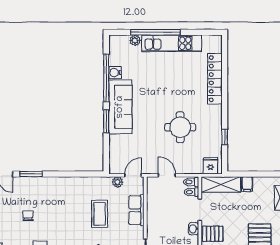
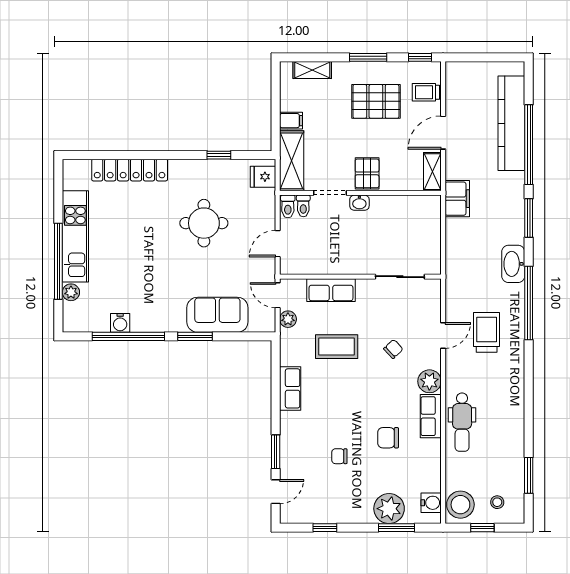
sofa: (120, 107) -> (217, 315), moved, width x0.73
row of seats: (72, 183) -> (290, 388), added

